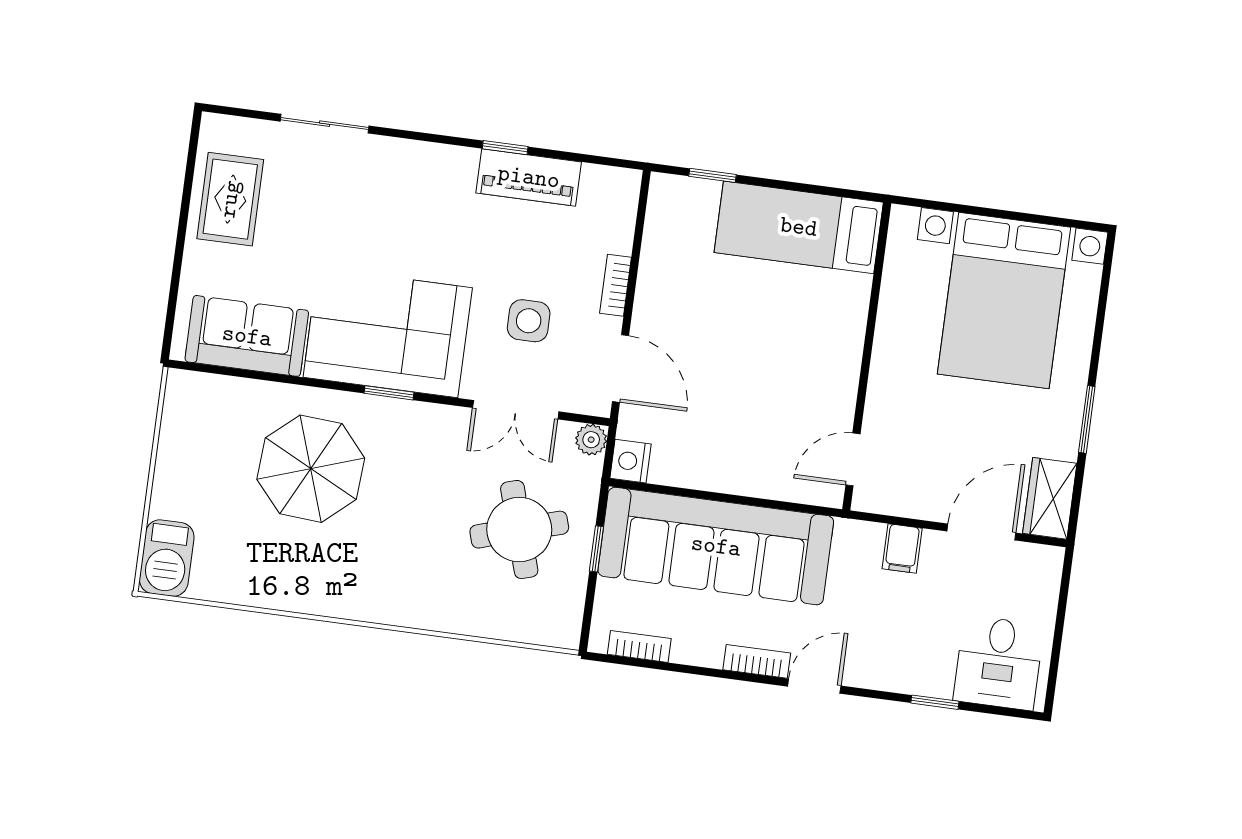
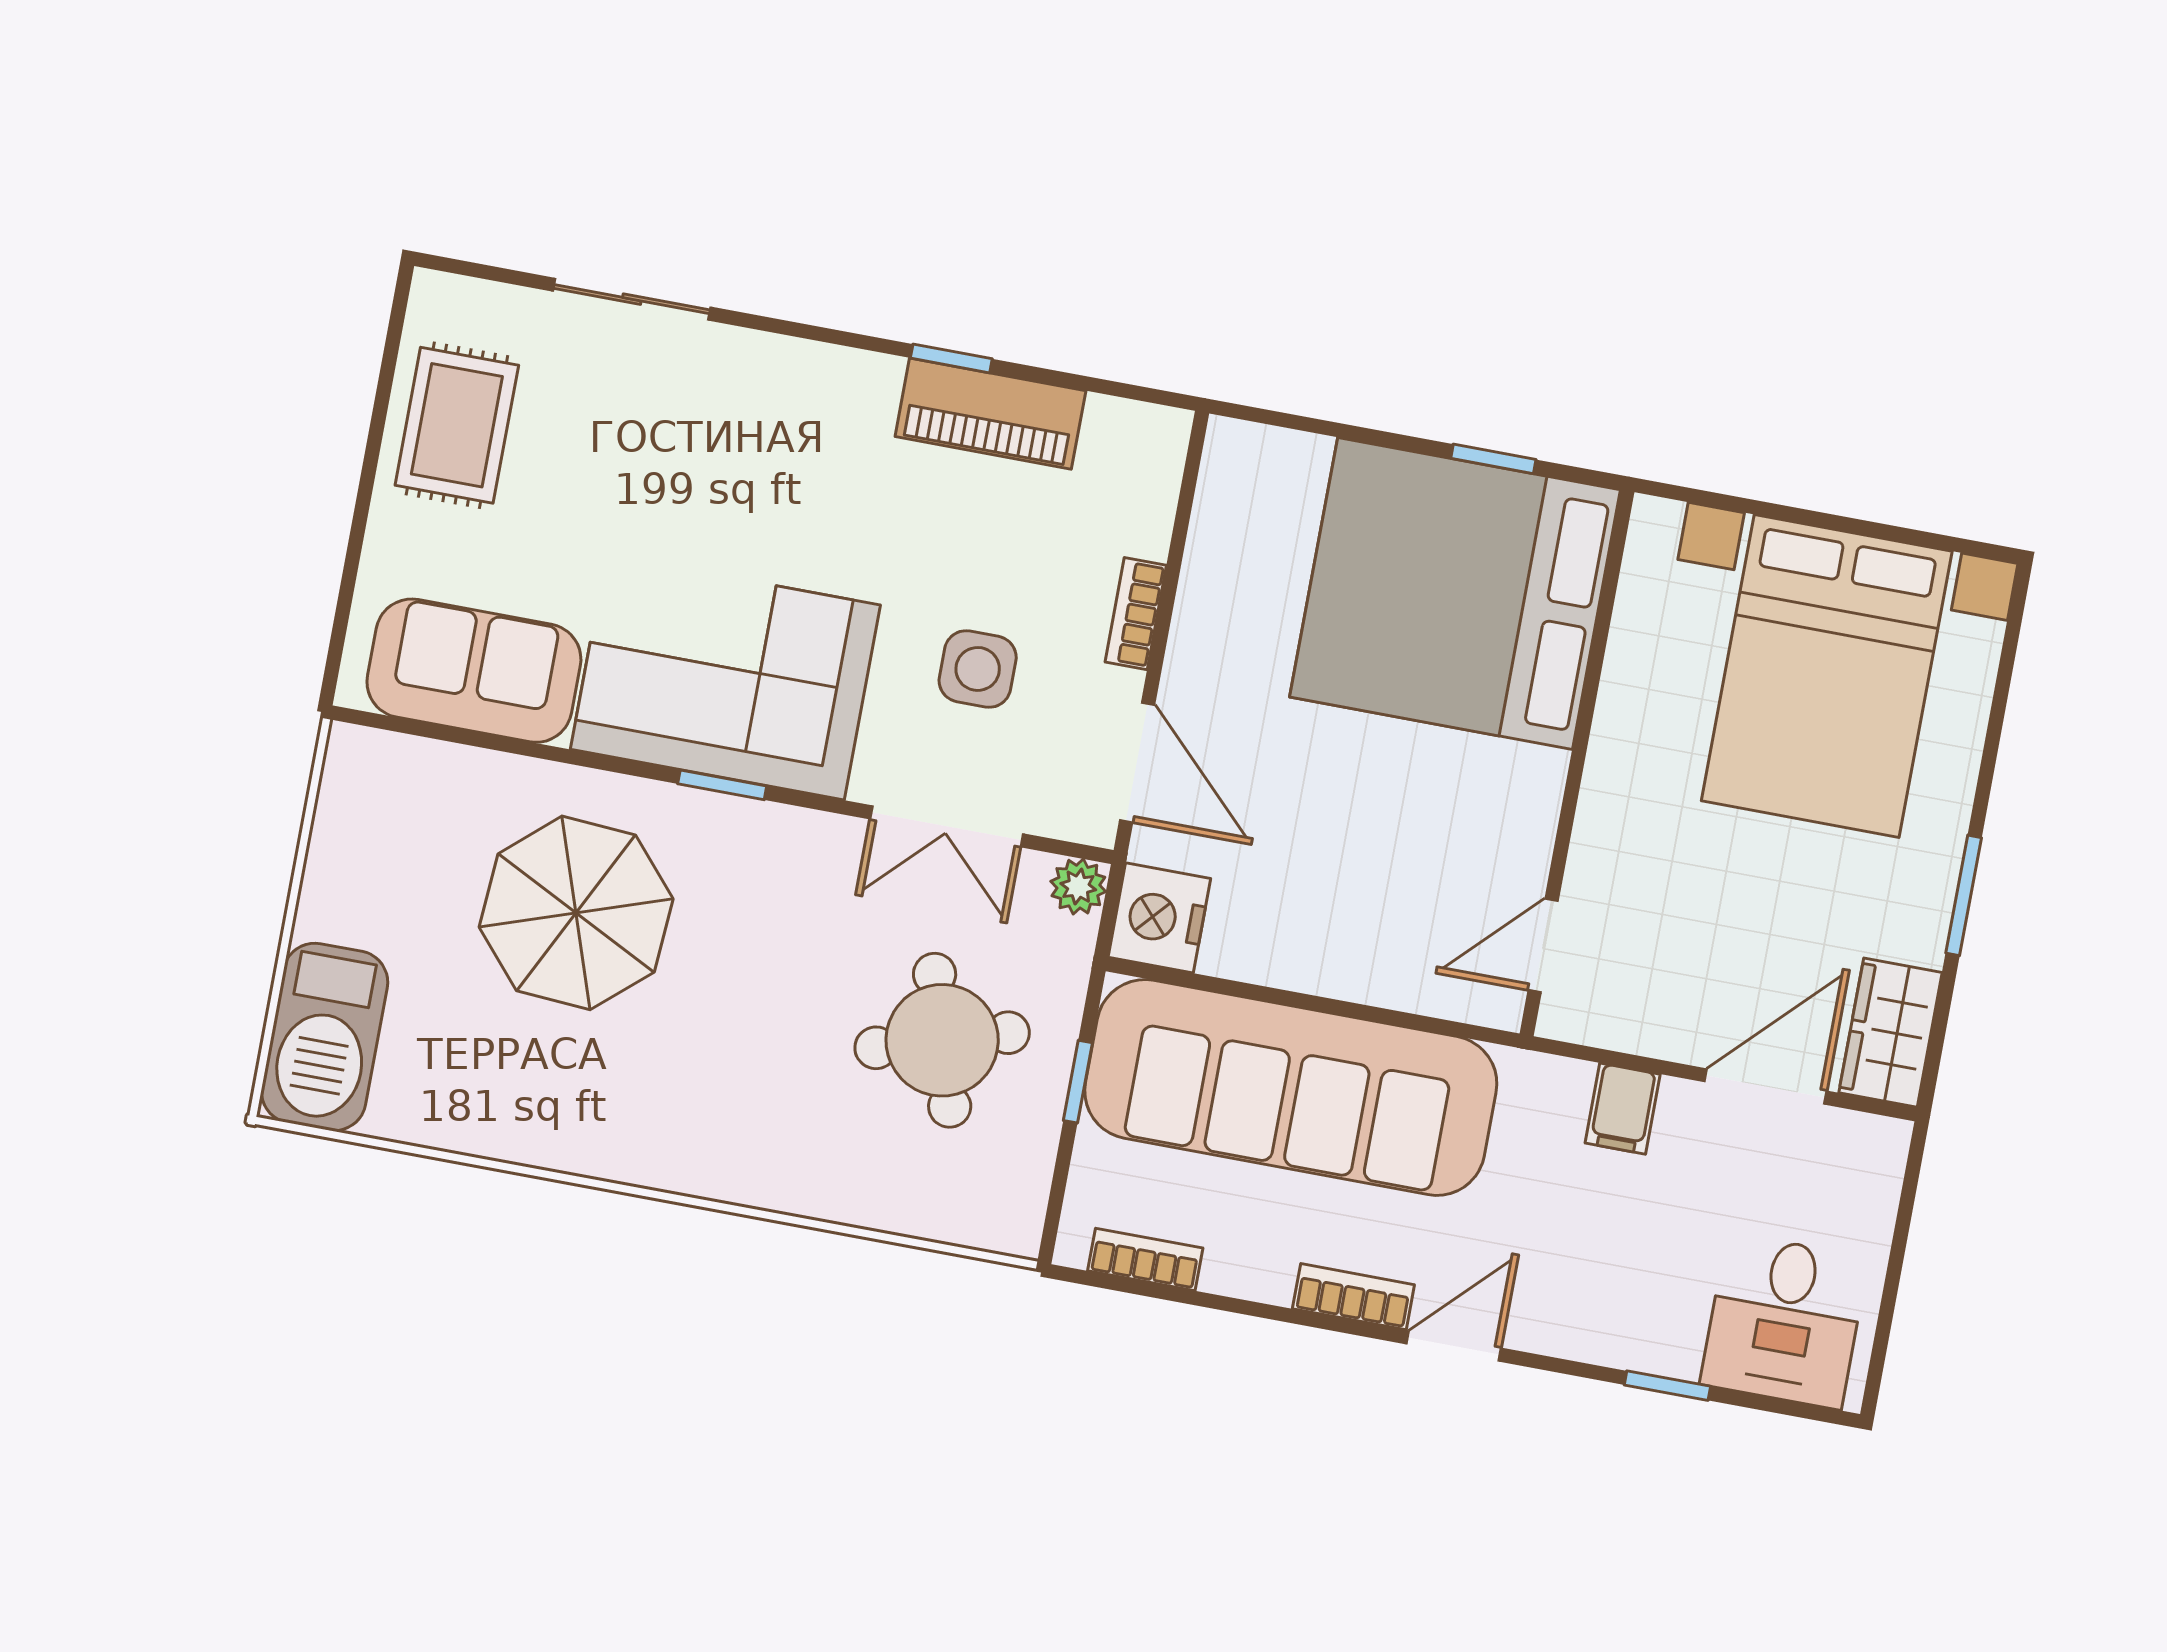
window: (713, 175) -> (1493, 459), moved
bed: (799, 227) -> (1455, 593), width x2.04
nightstand: (631, 461) -> (1159, 918), width x1.36, depth x1.33
barbecue: (167, 558) -> (325, 1037), width x1.37, depth x1.21

